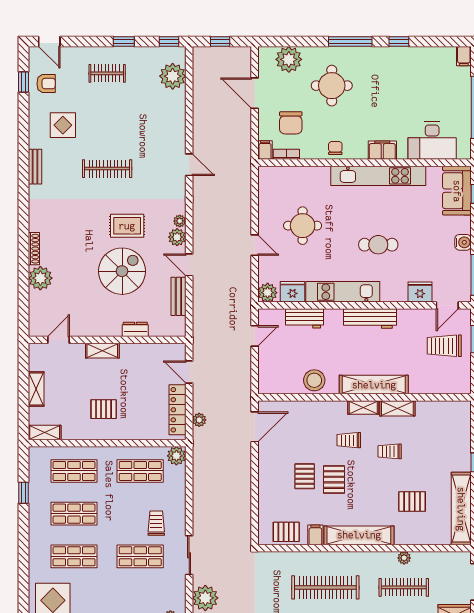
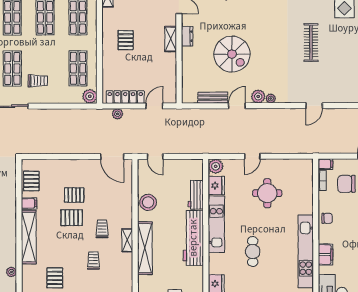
rug: (127, 226) -> (267, 58), removed
workbench: (370, 319) -> (193, 238), width x1.36, depth x1.32
dresser: (135, 329) -> (187, 36), moved
door: (255, 336) -> (155, 156), moved
shelving: (397, 408) -> (127, 266), removed

